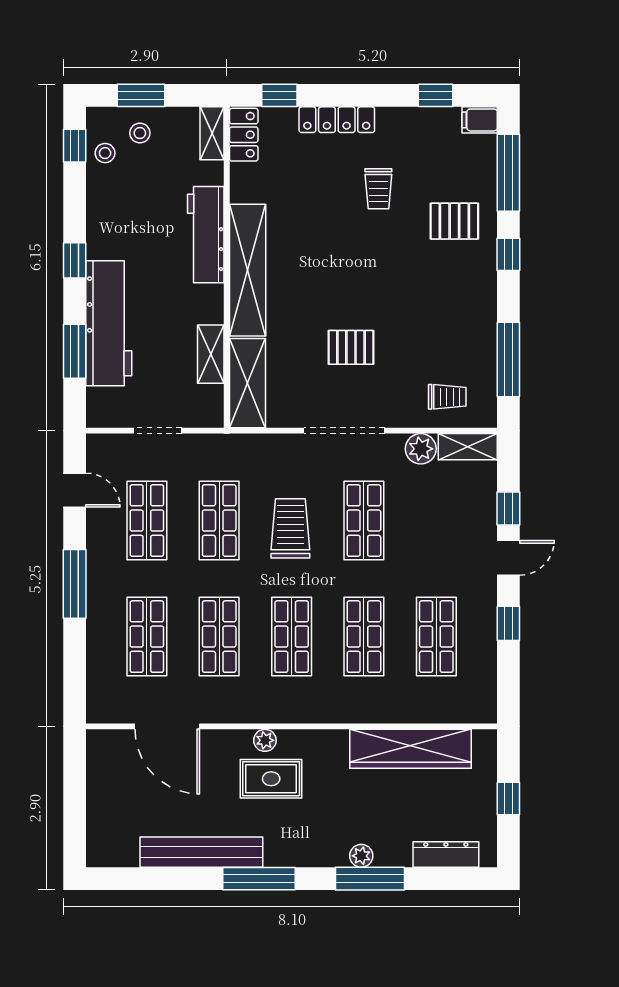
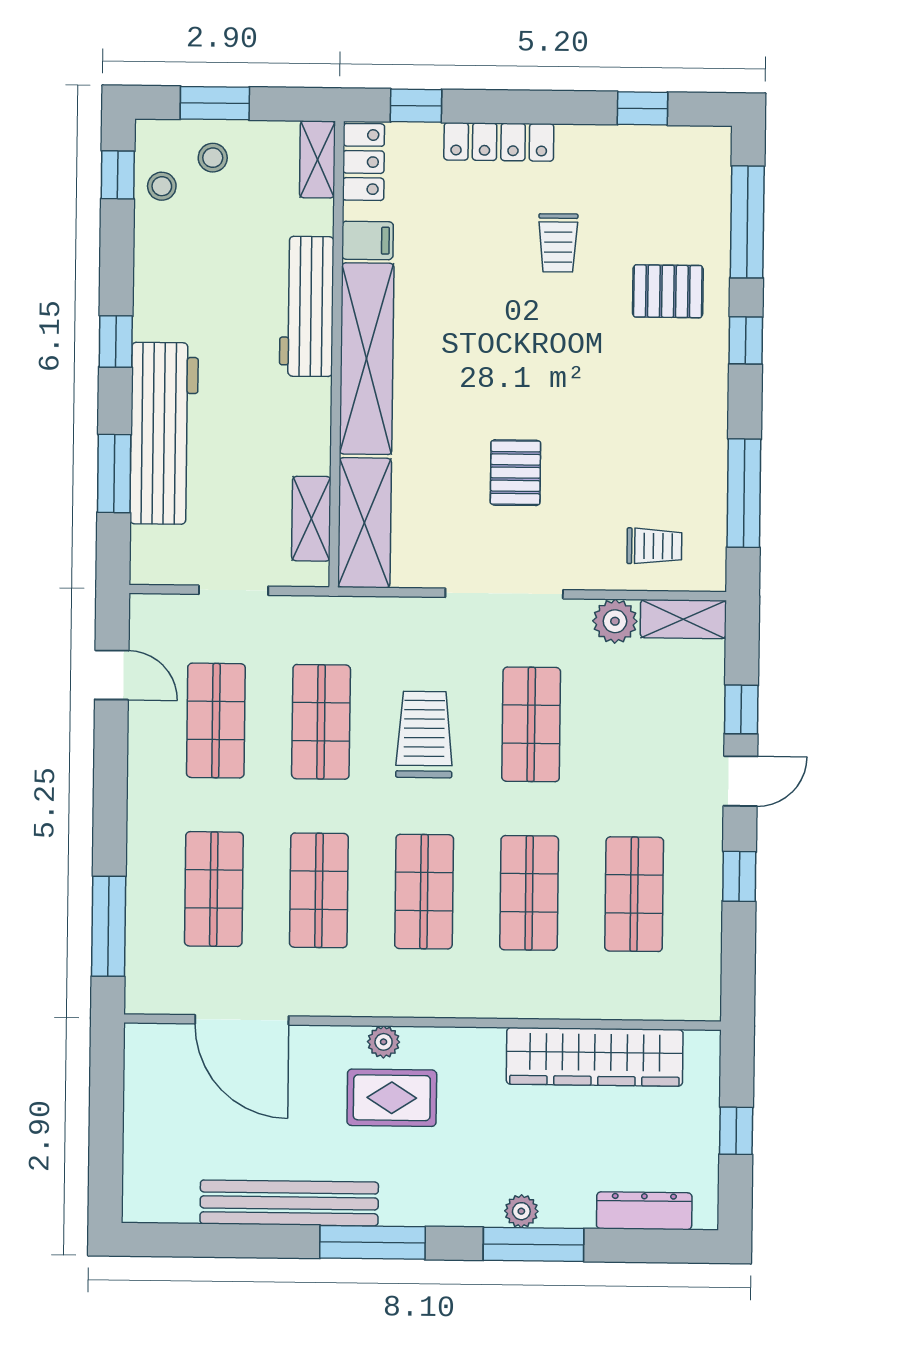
filing cabinet: (480, 120) -> (368, 240), moved, turned 180
pallet: (351, 347) -> (515, 473), turned 90
shelving: (211, 354) -> (311, 519), moved
window: (75, 584) -> (109, 926), moved

